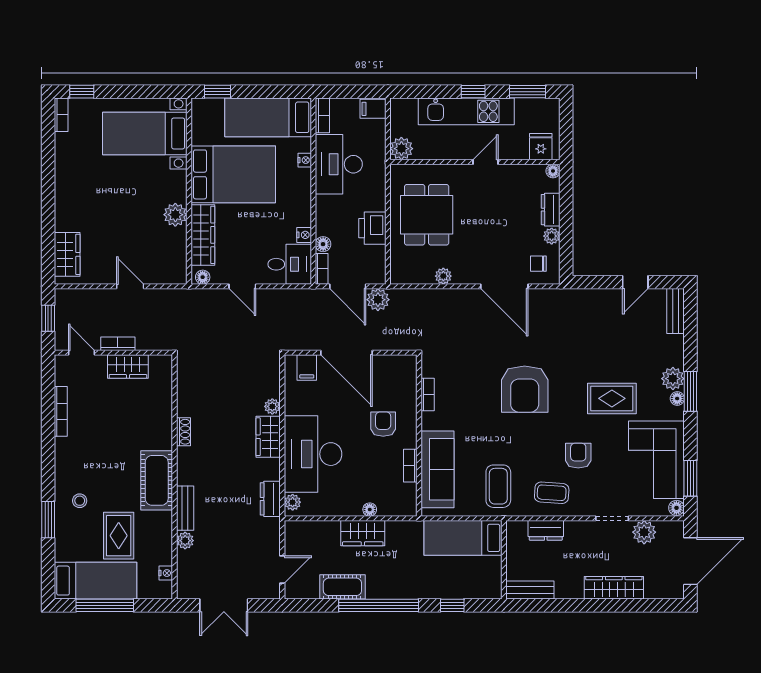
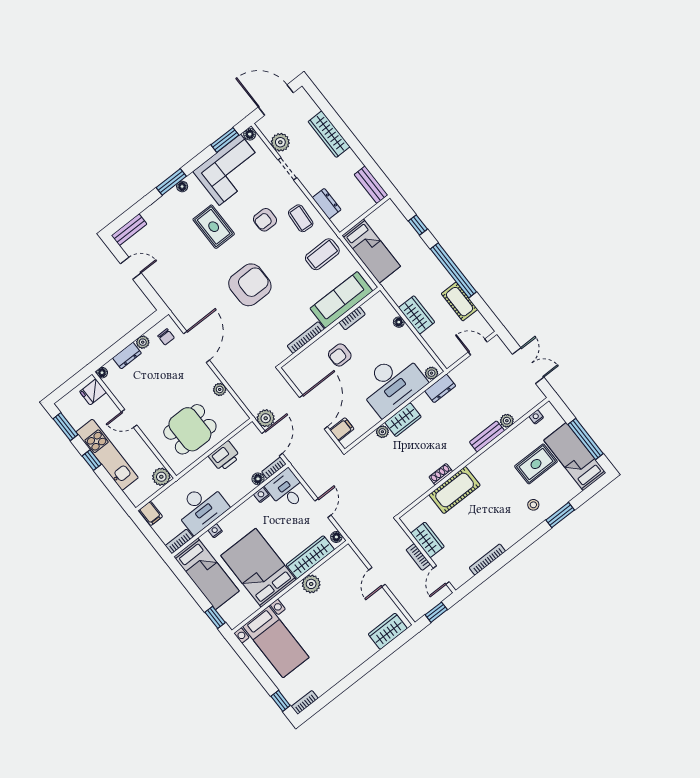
plant: (673, 379) -> (172, 199), removed
bookcase: (428, 395) -> (306, 338), width x1.56
cot: (157, 480) -> (455, 490), moved

